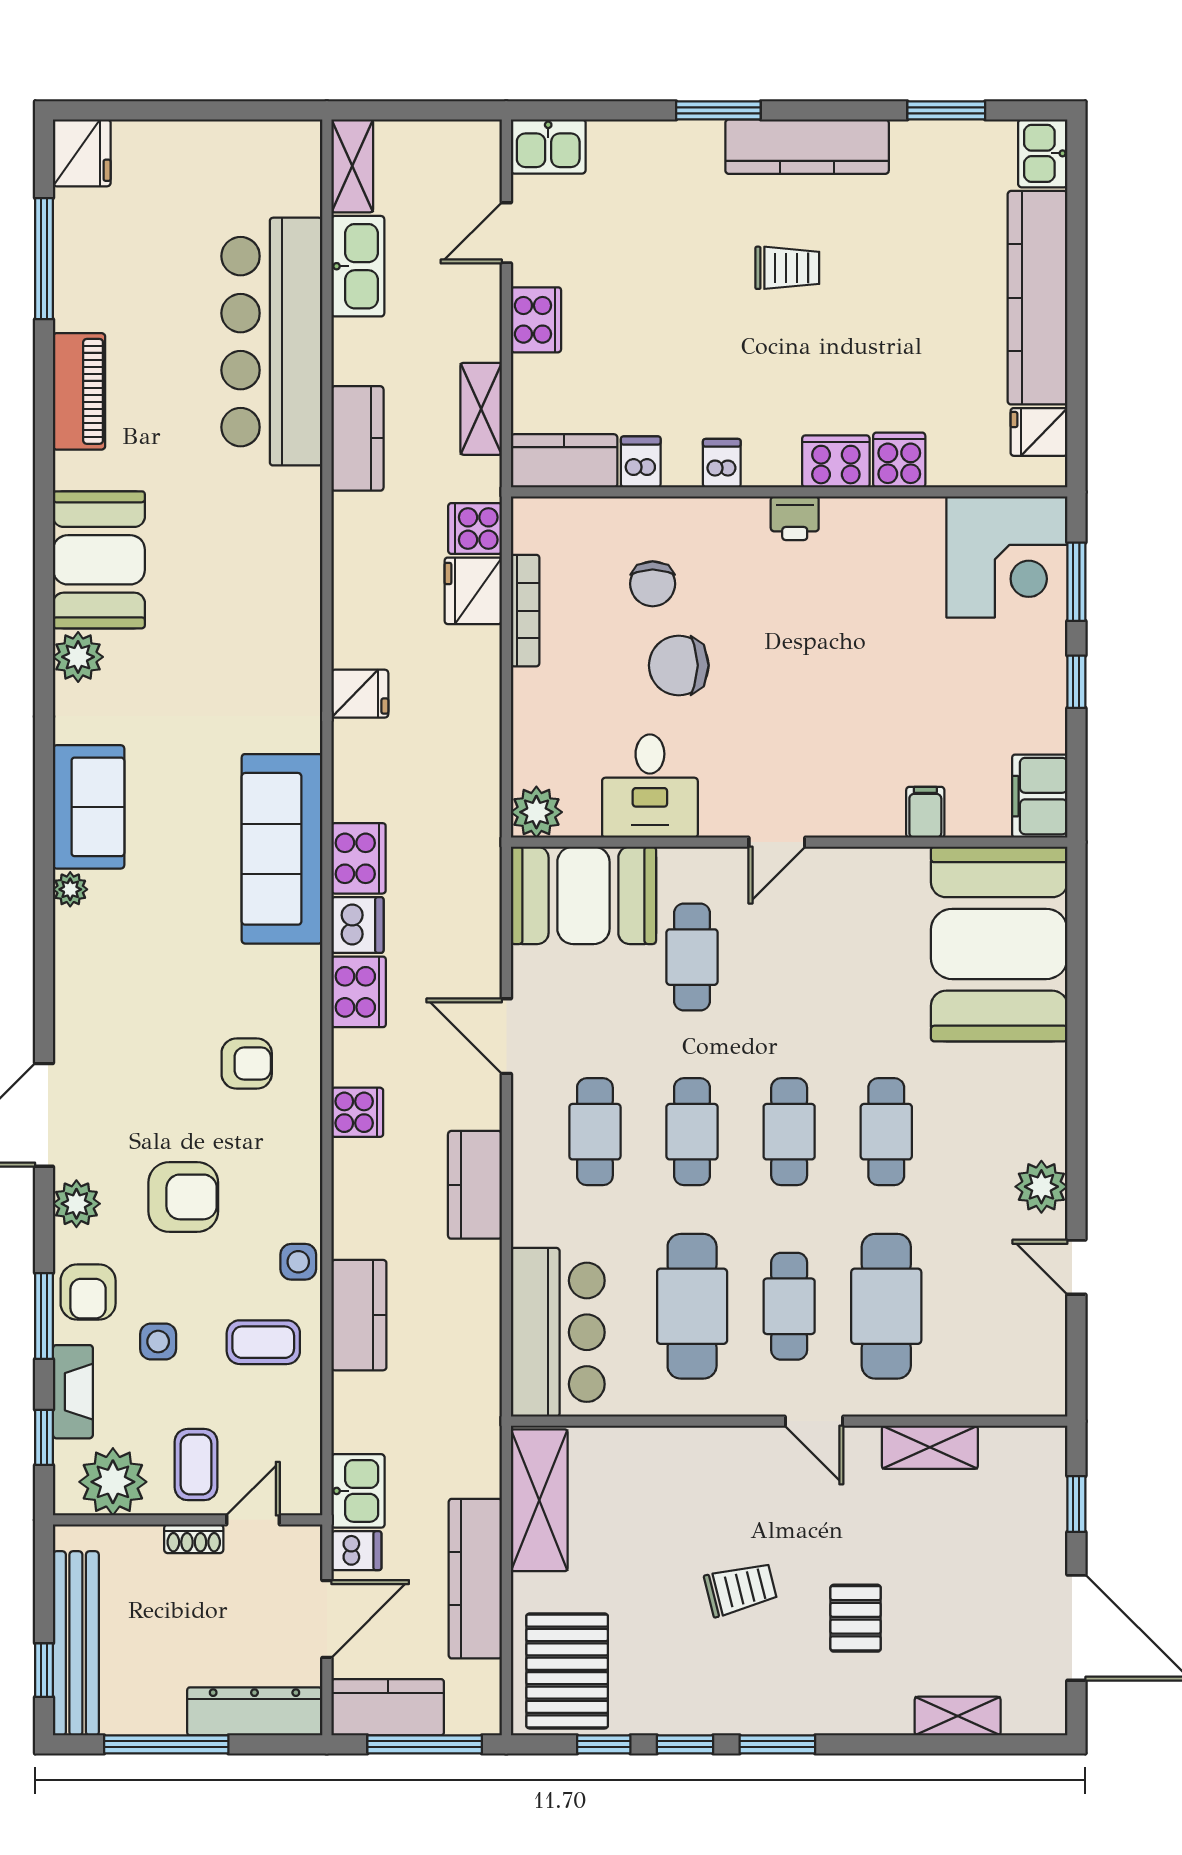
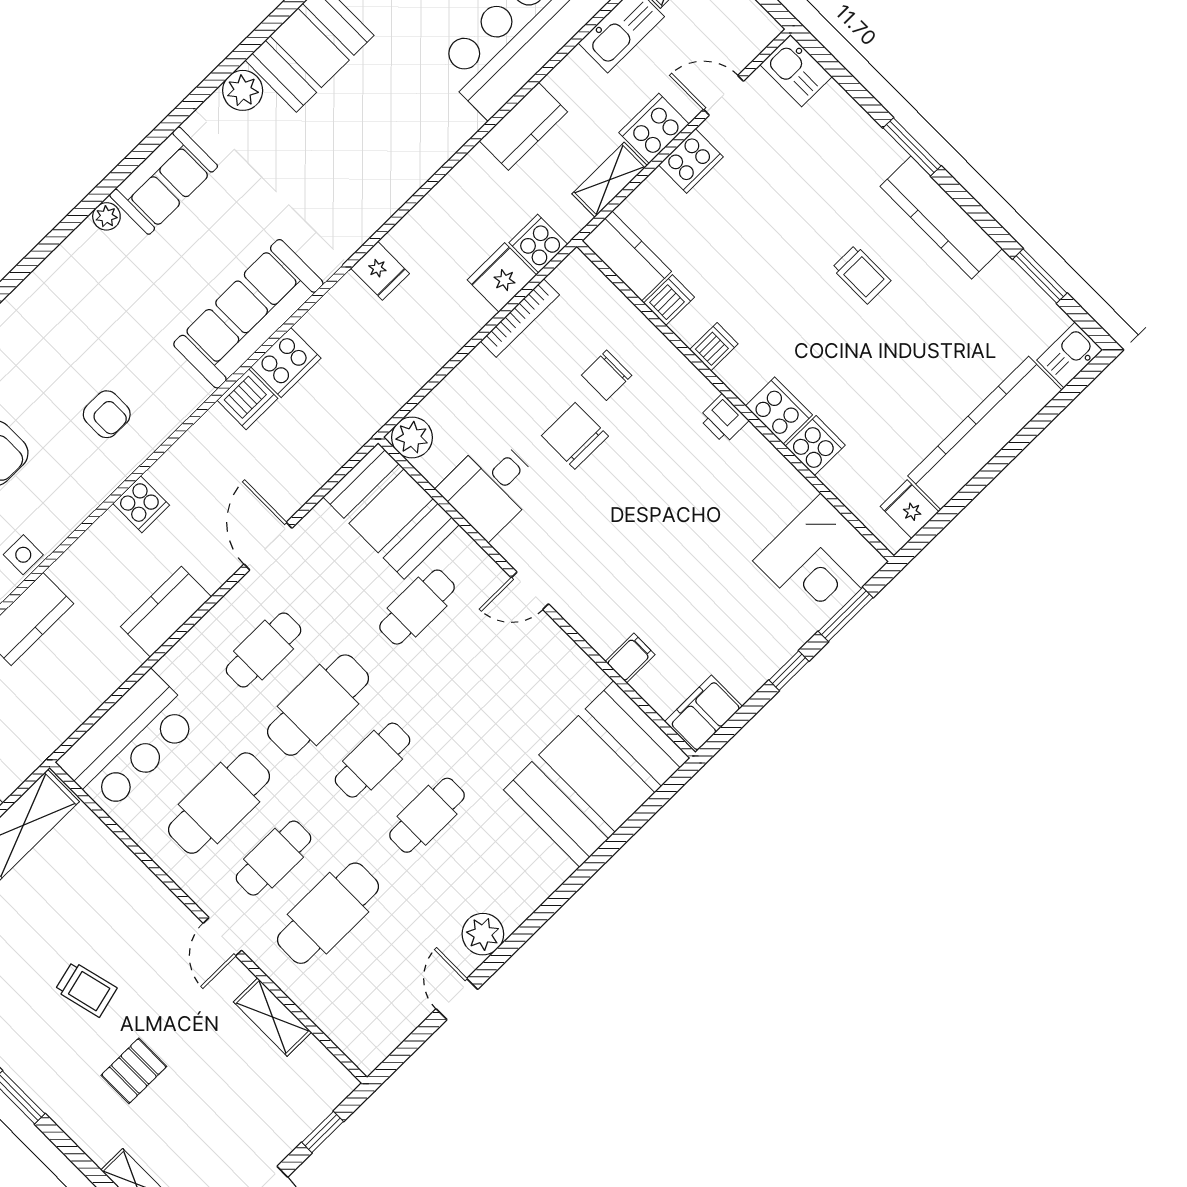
cooker: (359, 992) -> (654, 128), moved, turned 180
cafe table: (692, 1132) -> (318, 705), width x1.37, depth x1.35

